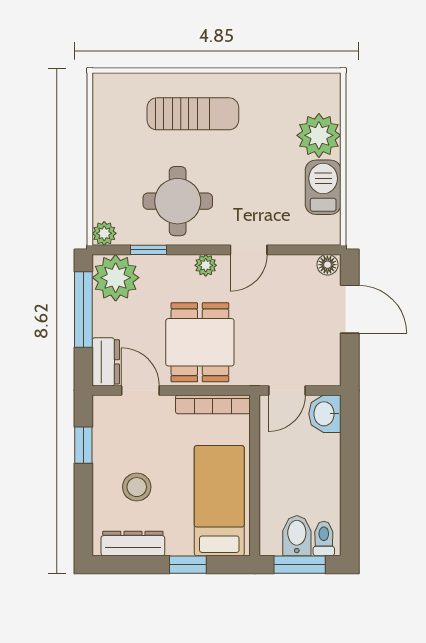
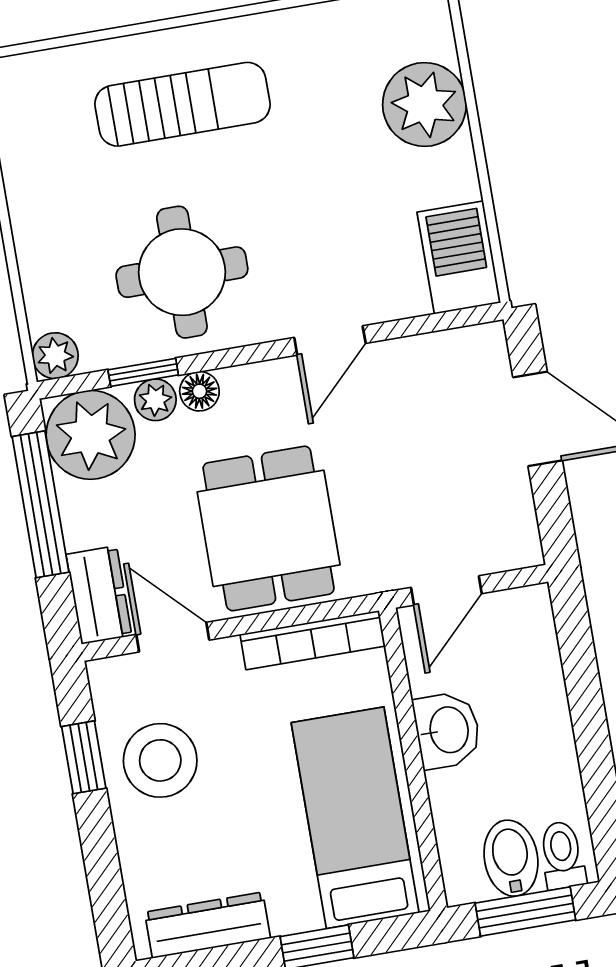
barbecue: (323, 187) -> (459, 257), moved
plant: (206, 265) -> (155, 400), moved
floor lamp: (327, 265) -> (199, 391), moved
washbasin: (325, 414) -> (447, 730), moved, turned 180
stool: (137, 487) -> (160, 760), moved, width x1.38, depth x1.38

